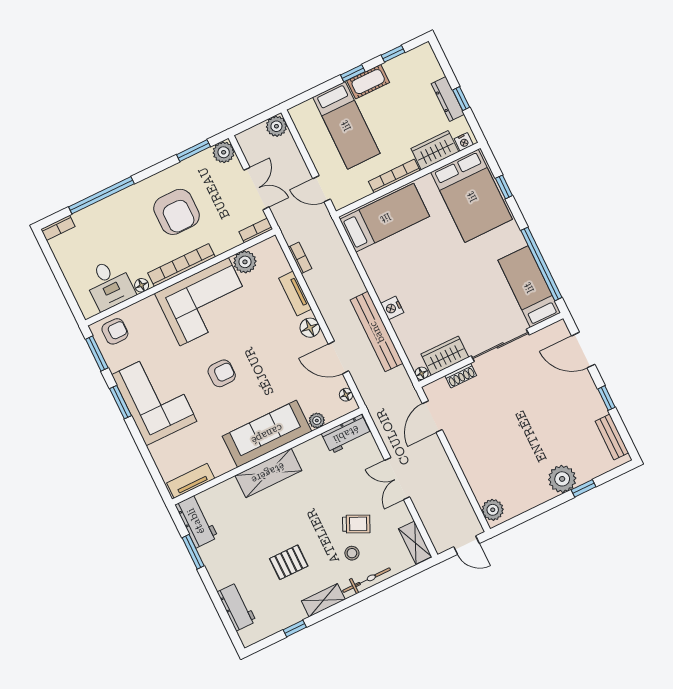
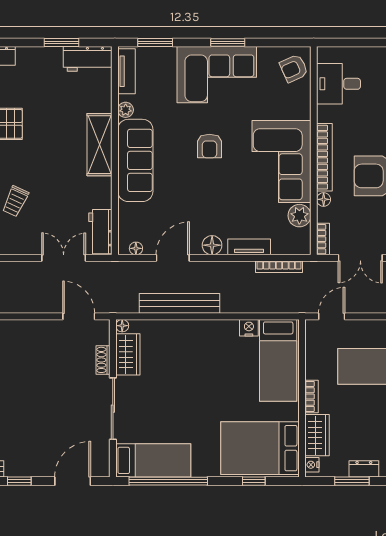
dresser: (448, 99) -> (364, 469), width x0.70
window: (461, 99) -> (352, 481), width x1.50
bookcase: (394, 176) -> (311, 396), width x0.64
bookcase: (300, 258) -> (279, 267), width x1.56
floor lamp: (142, 285) -> (324, 199), moved
nightstand: (392, 308) -> (249, 328), moved
armchair: (115, 331) -> (294, 68), turned 66
window: (97, 353) -> (155, 42), moved
plant: (317, 421) -> (126, 110), moved
double door: (397, 479) -> (64, 258), moved

